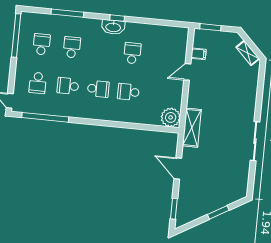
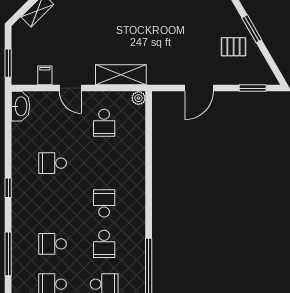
washbasin: (113, 27) -> (20, 106), moved
school desk: (128, 92) -> (104, 123), moved
plant: (171, 117) -> (138, 98), width x0.53, depth x0.53
shelving: (192, 128) -> (121, 75), moved
pallet: (206, 197) -> (234, 47), added

